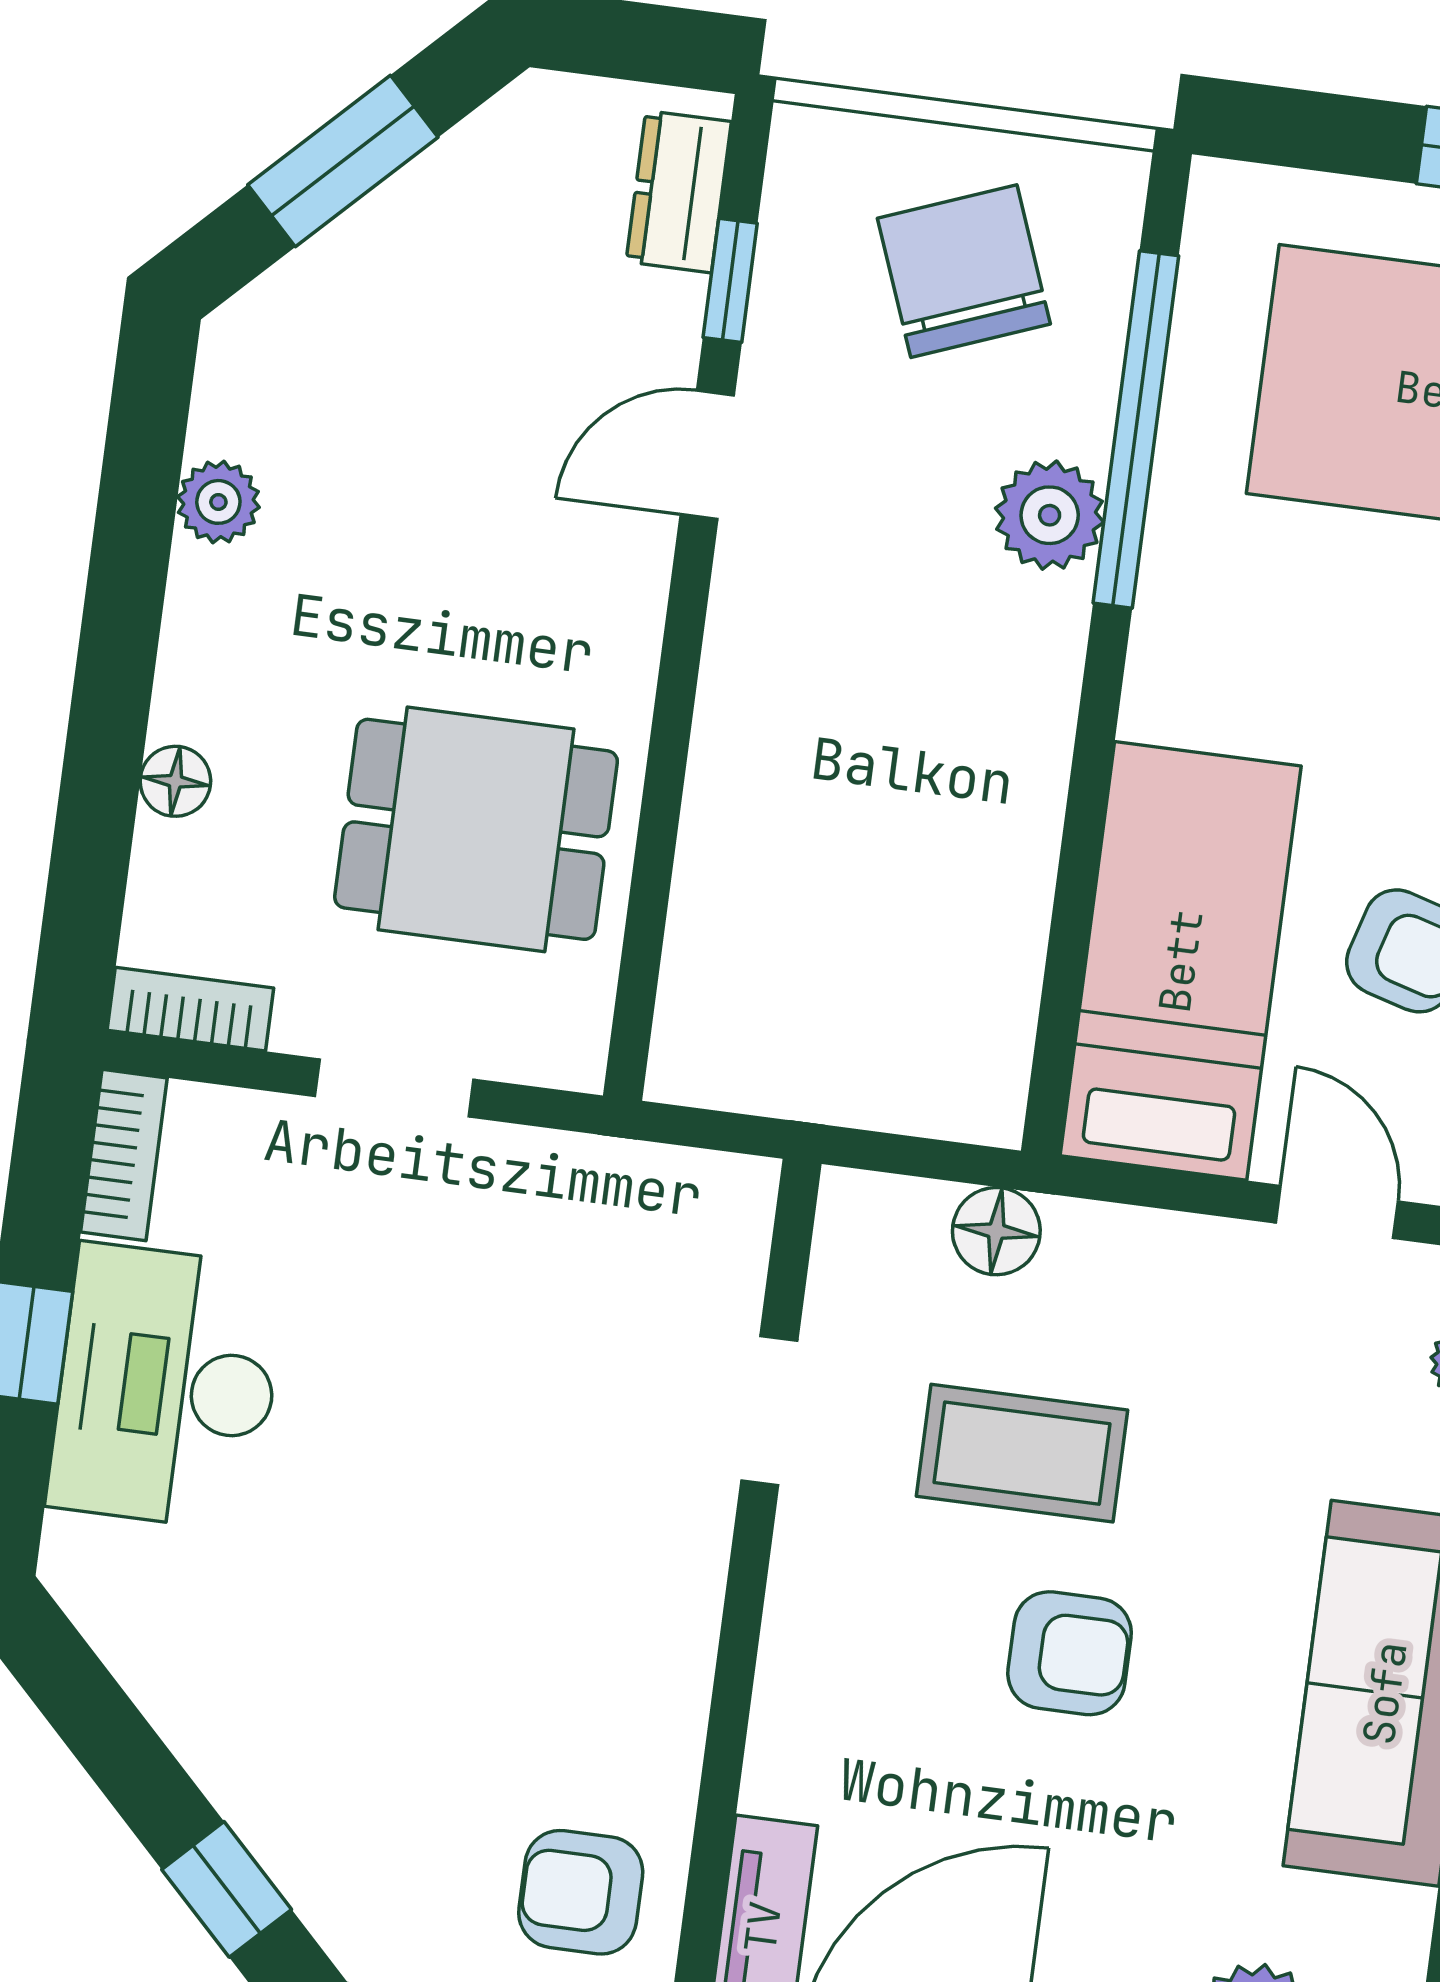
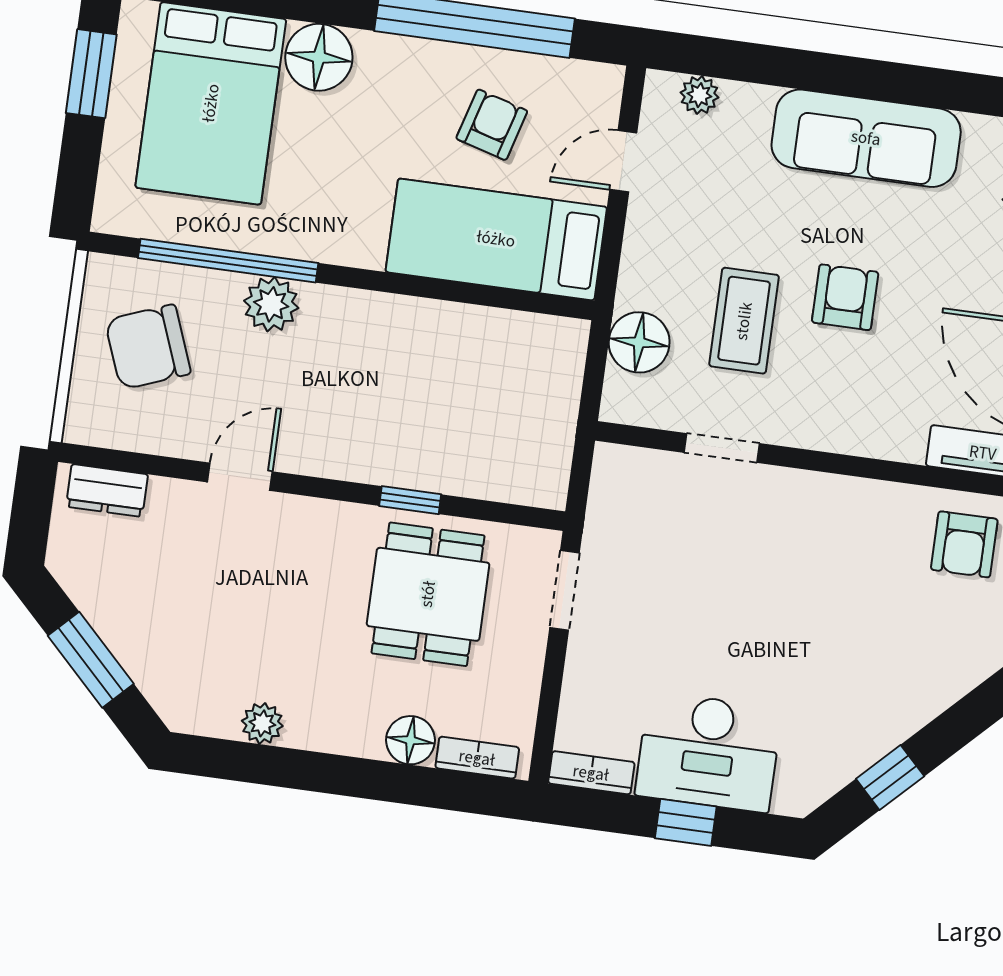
window: (730, 280) -> (410, 500), moved
door: (707, 455) -> (240, 477), swing flipped
floor lamp: (175, 781) -> (410, 740), width x1.37, depth x1.37
bookcase: (190, 1009) -> (477, 758), moved, turned 90
doorway: (394, 1088) -> (565, 590), moved
floor lamp: (996, 1231) -> (639, 342), width x1.38, depth x1.38
window: (227, 1889) -> (890, 778), moved

